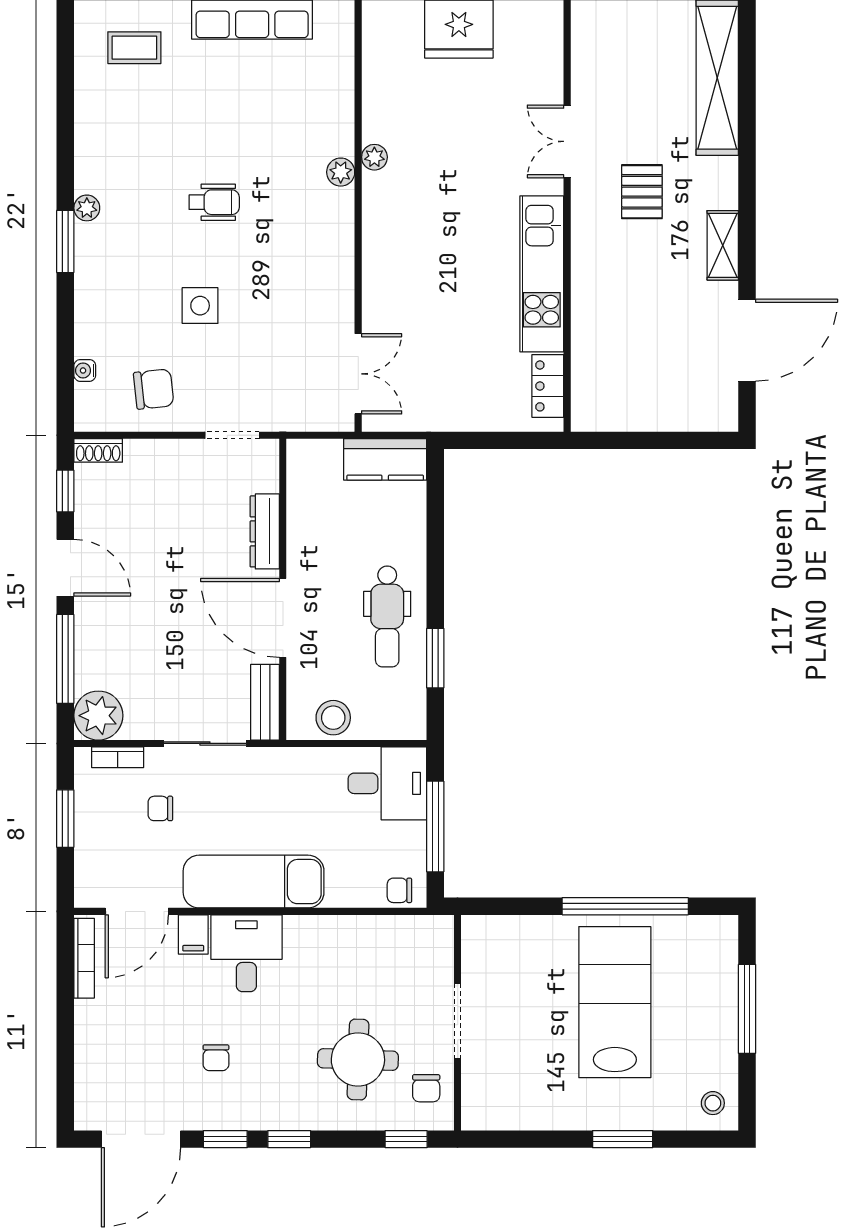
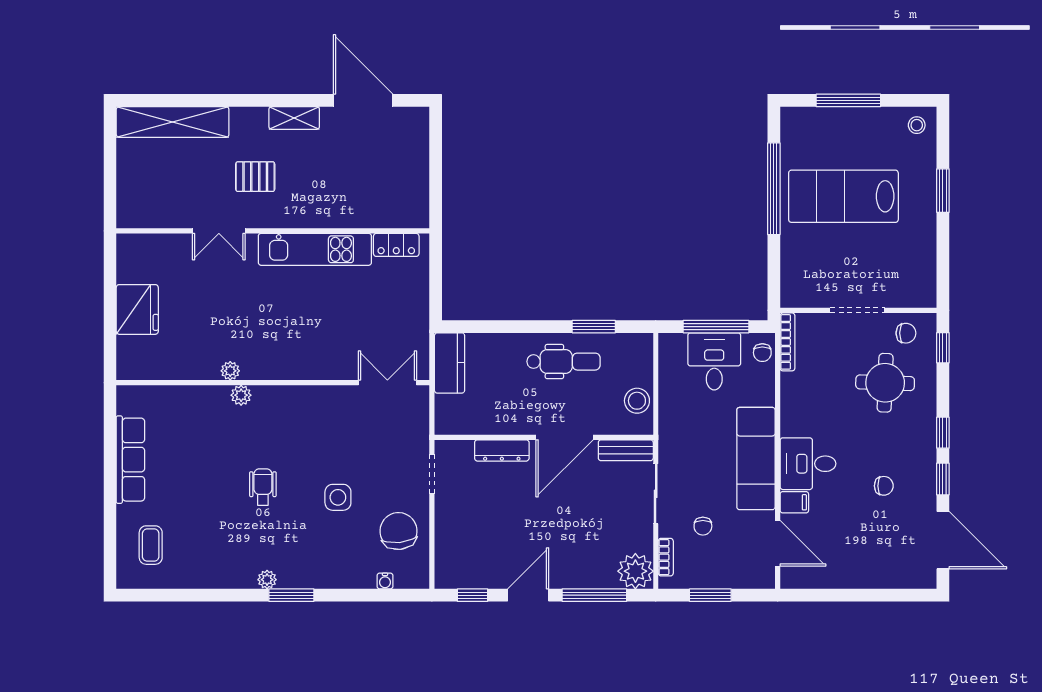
chair: (154, 389) -> (398, 531), width x1.37, depth x1.37
shoe rack: (98, 450) -> (443, 571), removed
desk: (387, 783) -> (714, 361), moved
bookcase: (84, 958) -> (787, 342), moved, turned 90

